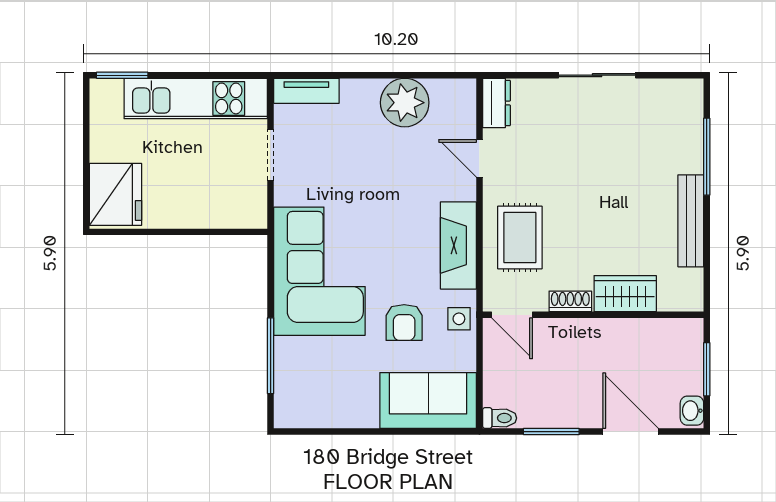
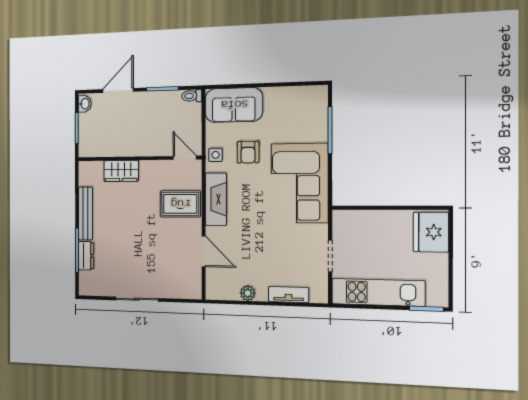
tv unit: (306, 91) -> (288, 295), moved
plant: (405, 103) -> (248, 293), width x0.53, depth x0.53
dresser: (496, 103) -> (86, 256), moved, turned 180
door: (479, 158) -> (204, 251), width x1.38
rug: (520, 237) -> (180, 204), turned 90
shoe rack: (570, 301) -> (152, 166), removed
armchair: (404, 323) -> (248, 152), turned 180
door: (631, 432) -> (118, 90), swing flipped

